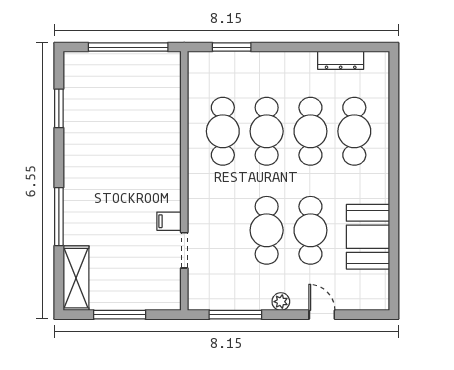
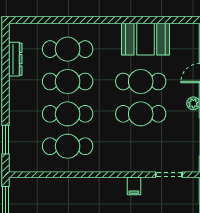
doorway: (184, 250) -> (169, 175), moved

